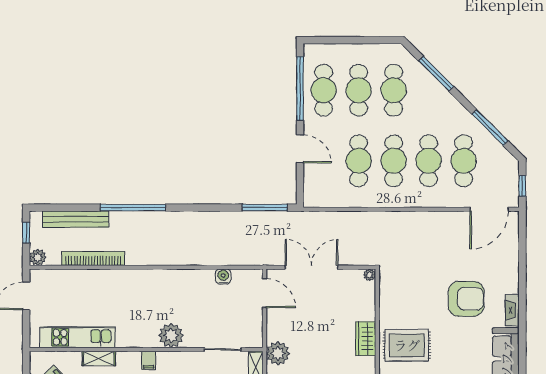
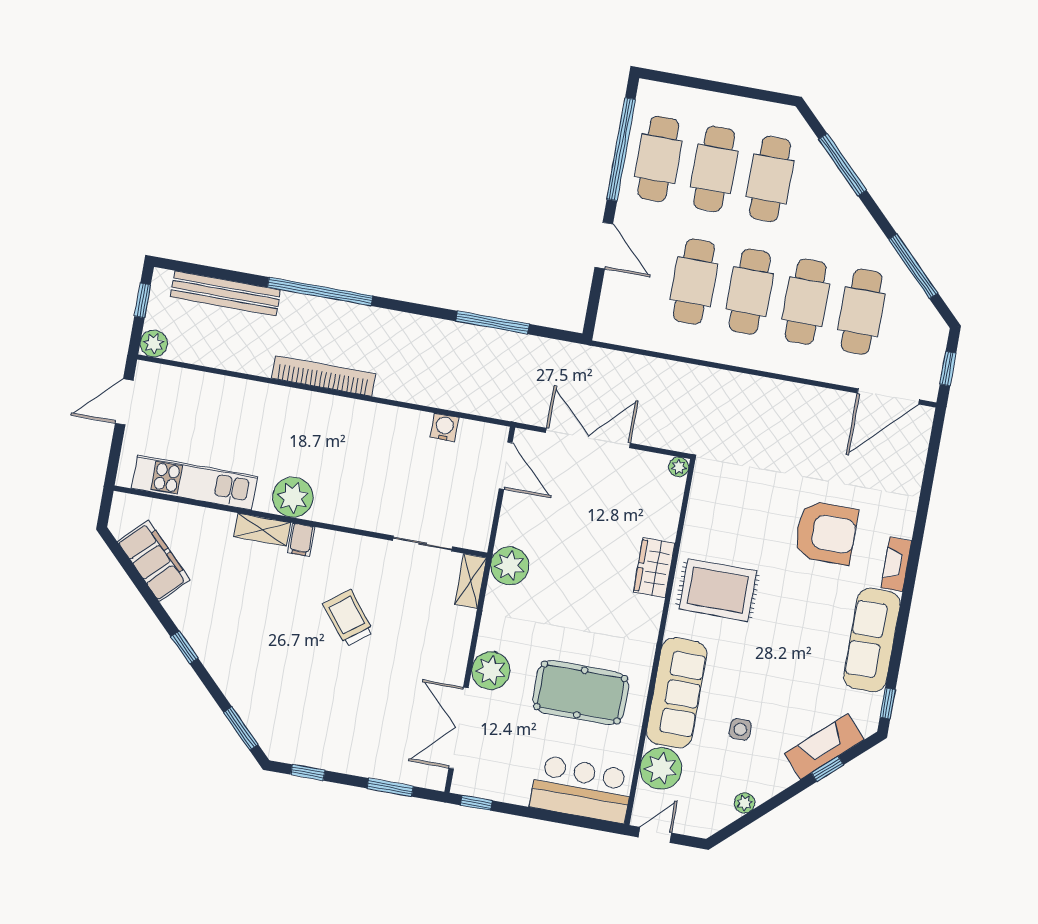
window: (265, 208) -> (492, 323), moved
bookcase: (93, 259) -> (323, 376), moved
plant: (171, 335) -> (293, 497), moved
shelving: (99, 358) -> (262, 530), moved

